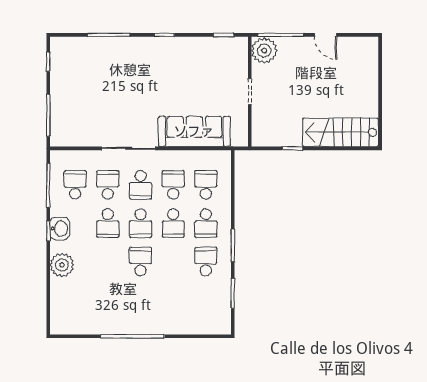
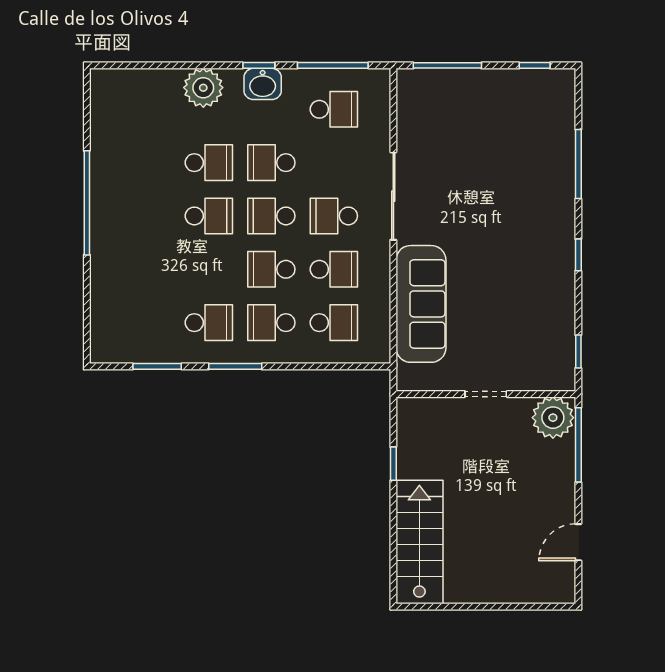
door: (326, 35) -> (578, 542), moved
school desk: (108, 185) -> (209, 163), moved

